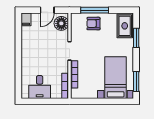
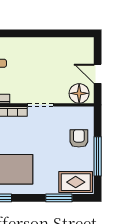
window: (95, 10) -> (98, 156), moved
filing cabinet: (26, 19) -> (85, 44), removed

